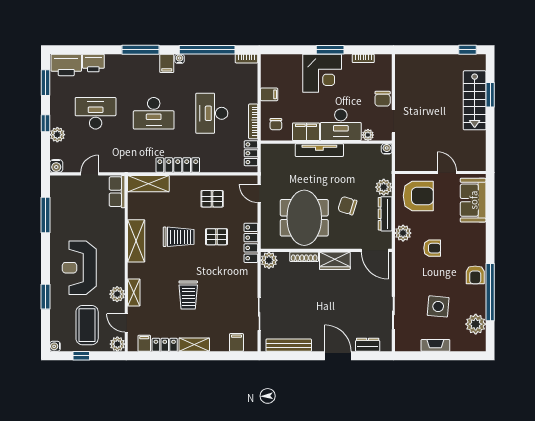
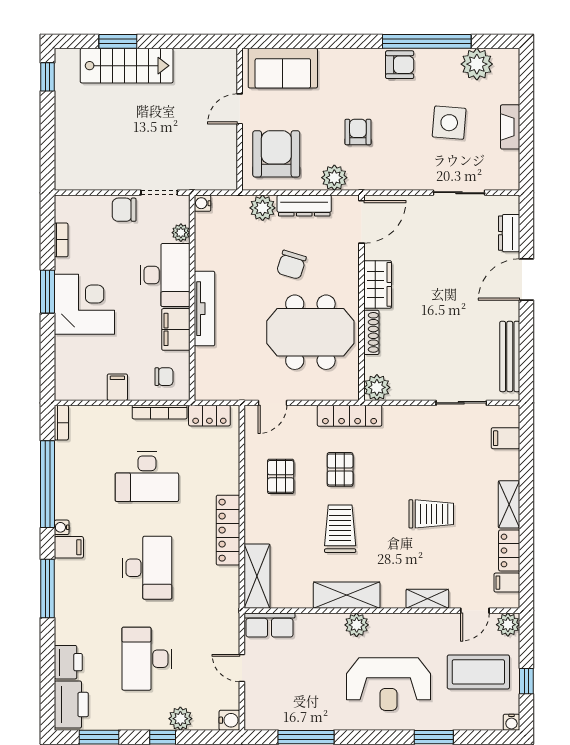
chair: (383, 99) -> (124, 210), turned 180
plant: (117, 294) -> (357, 625), moved

